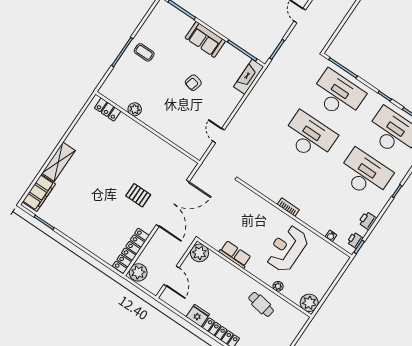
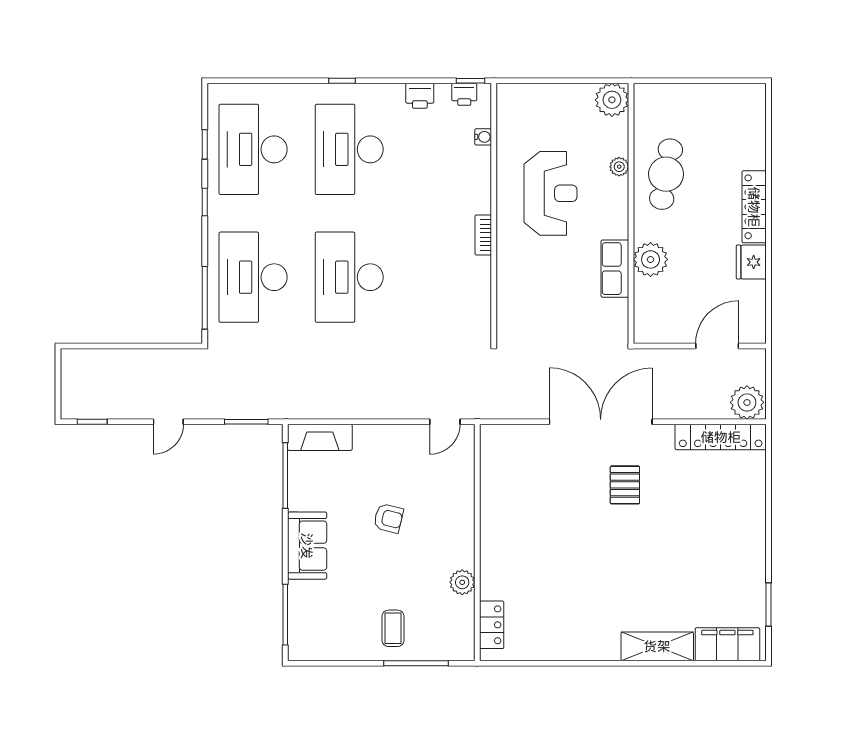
plant: (135, 109) -> (462, 582), moved
locker: (108, 110) -> (492, 625), moved
wall: (148, 127) -> (477, 542), moved
reception desk: (287, 249) -> (550, 193), turned -90
plant: (199, 253) -> (651, 259), moved
cafe table: (261, 304) -> (666, 174), width x1.37, depth x1.35

